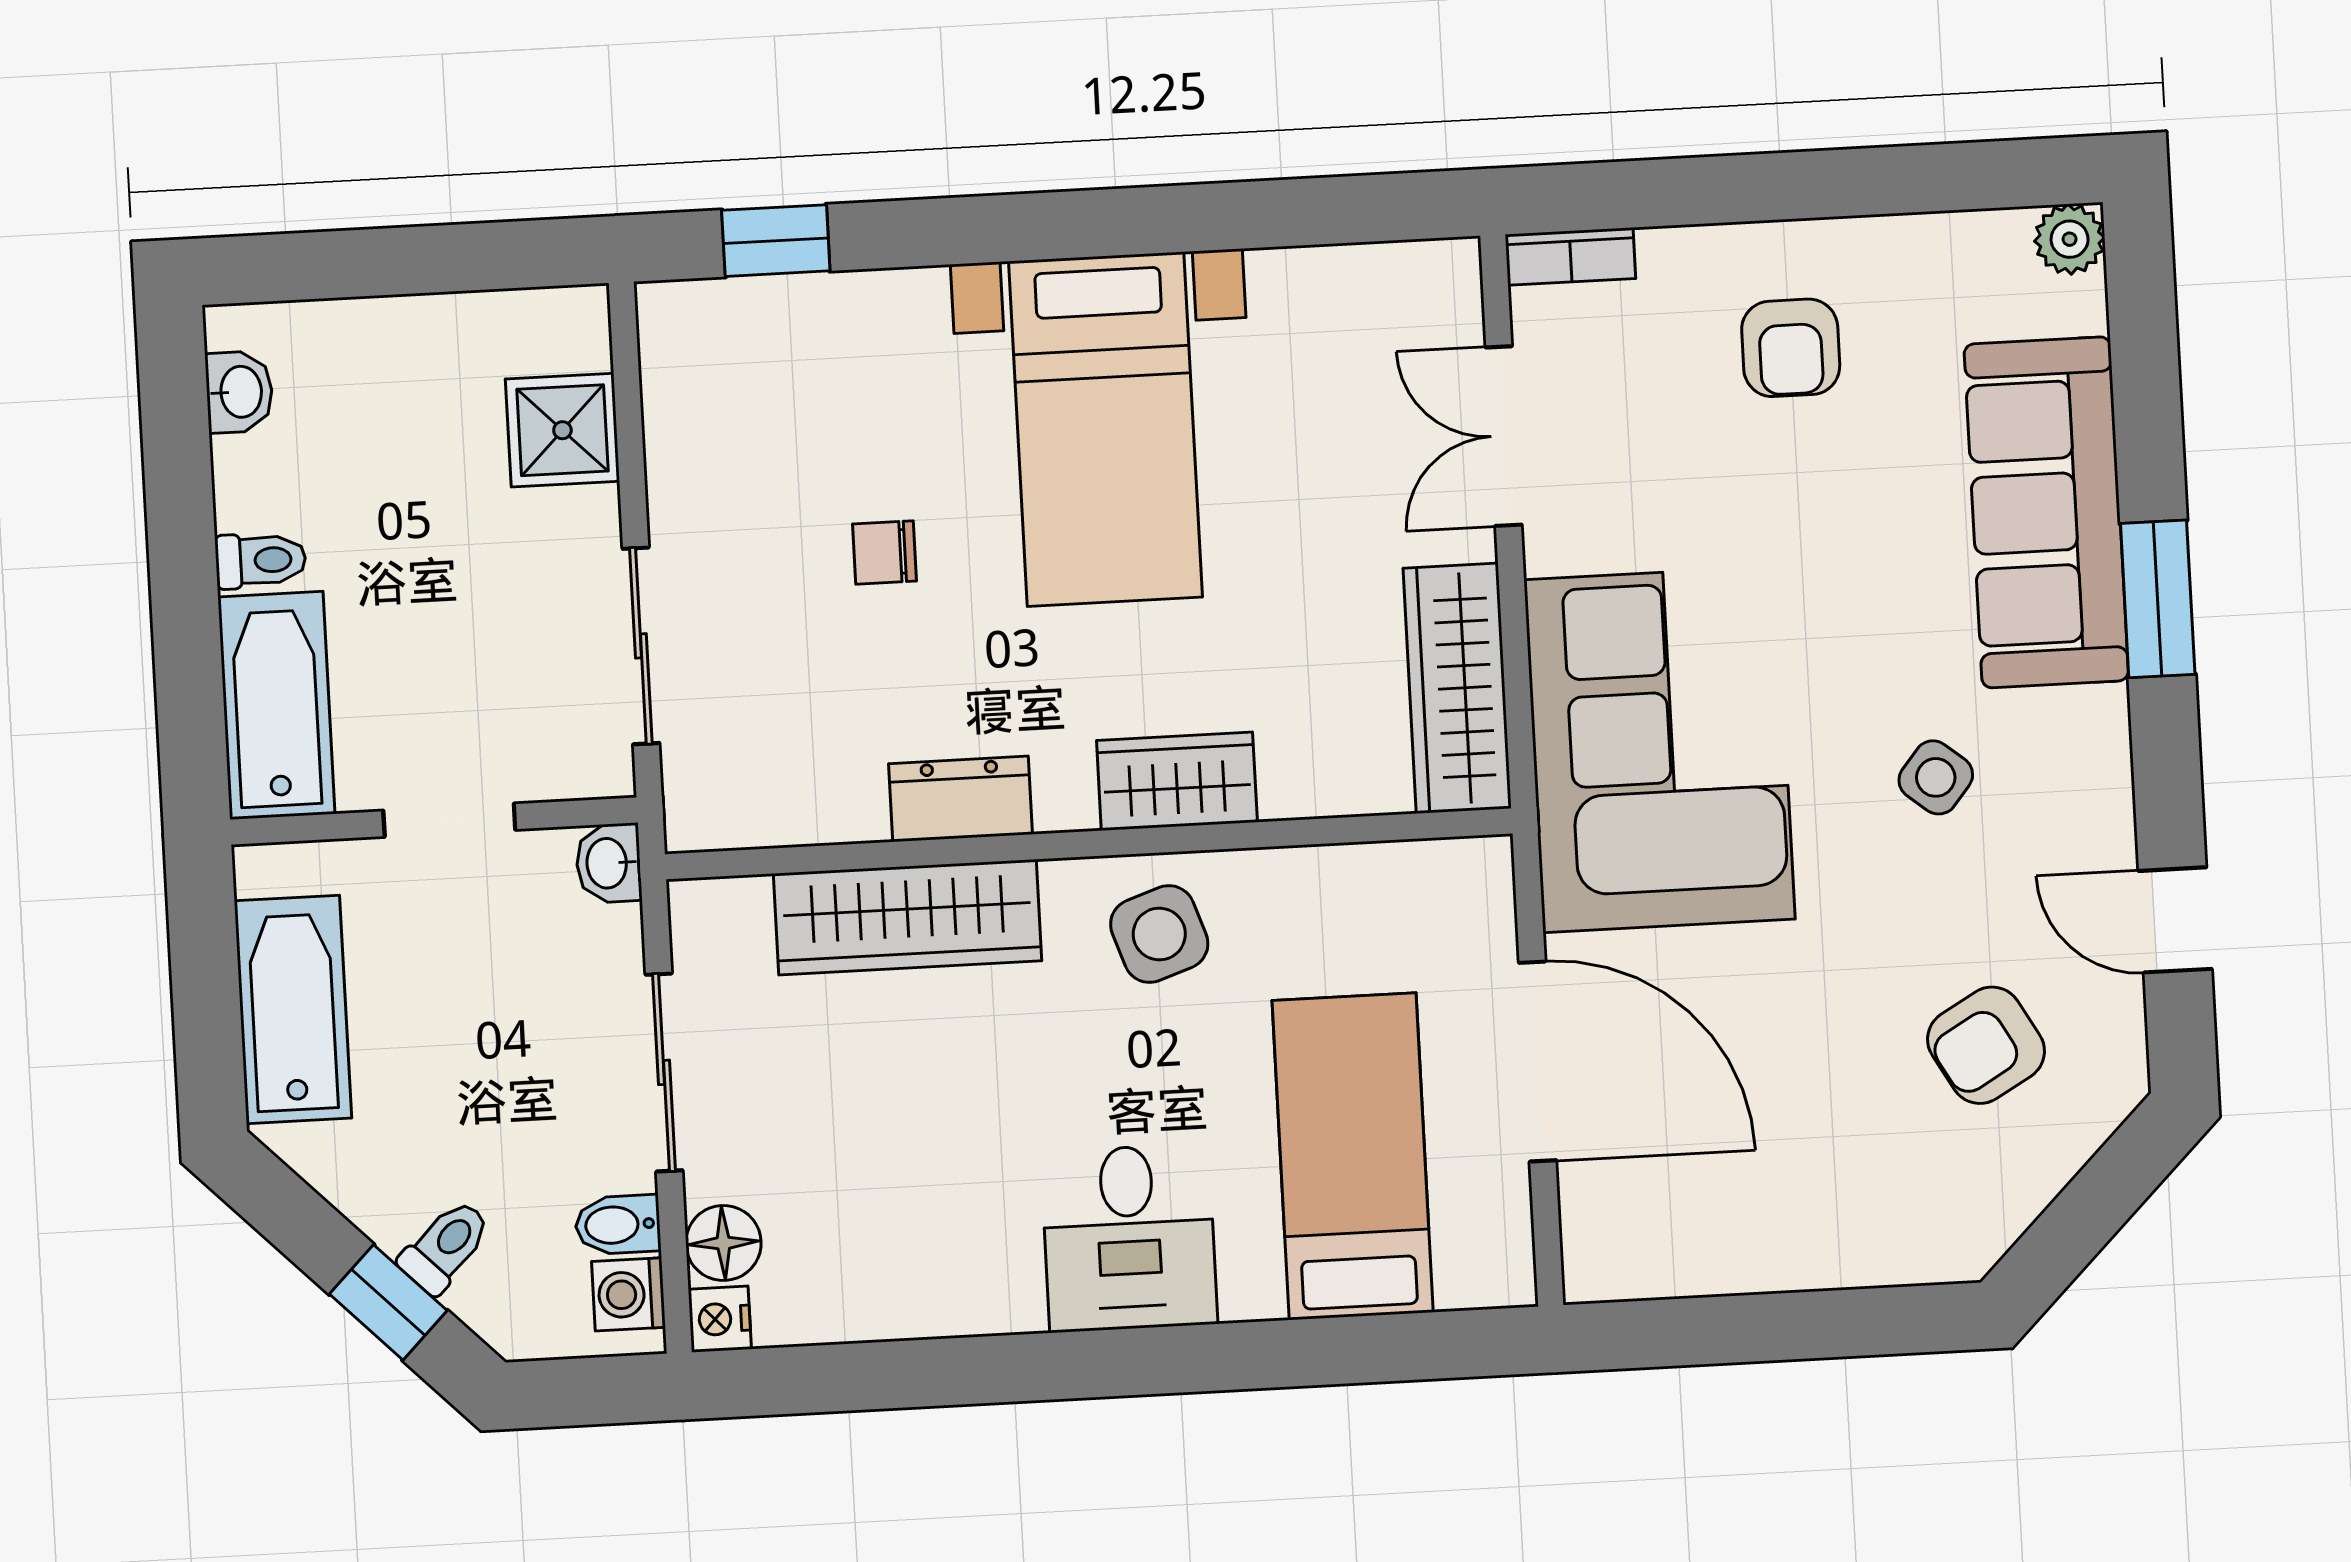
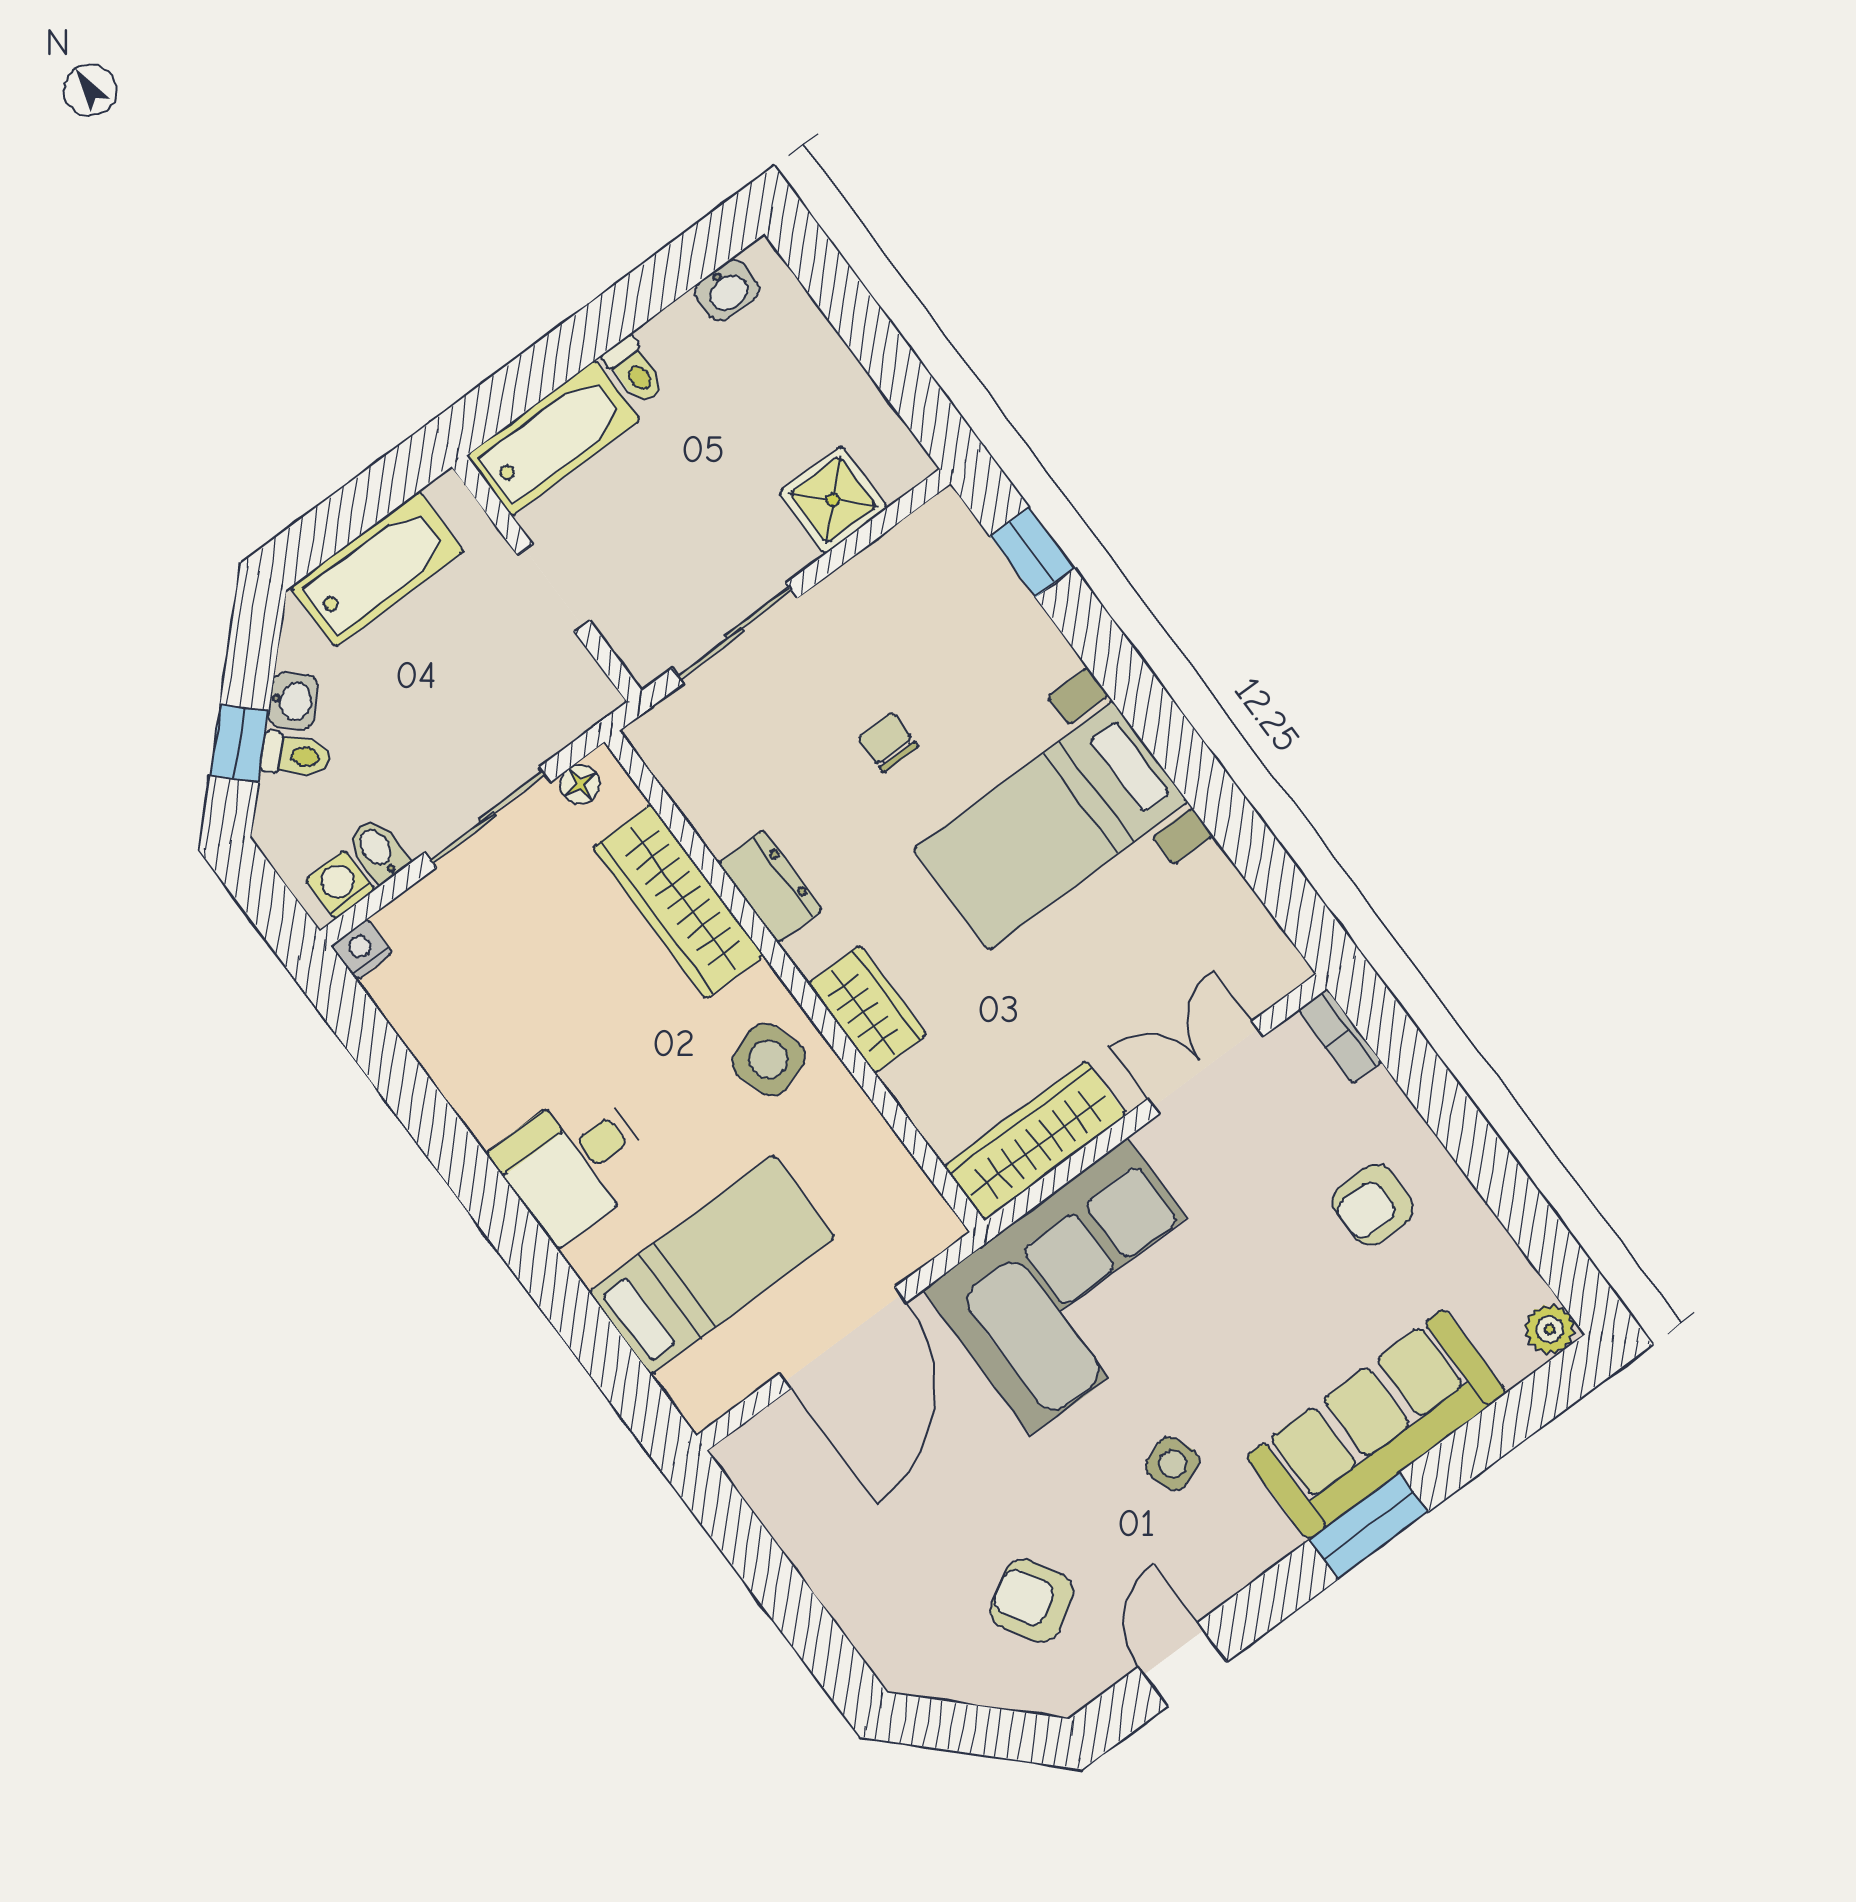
side table: (1936, 777) -> (1173, 1464), turned 31
washbasin: (609, 863) -> (293, 701), moved, turned 135
floor lamp: (723, 1243) -> (580, 784), moved, width x0.73, depth x0.73

